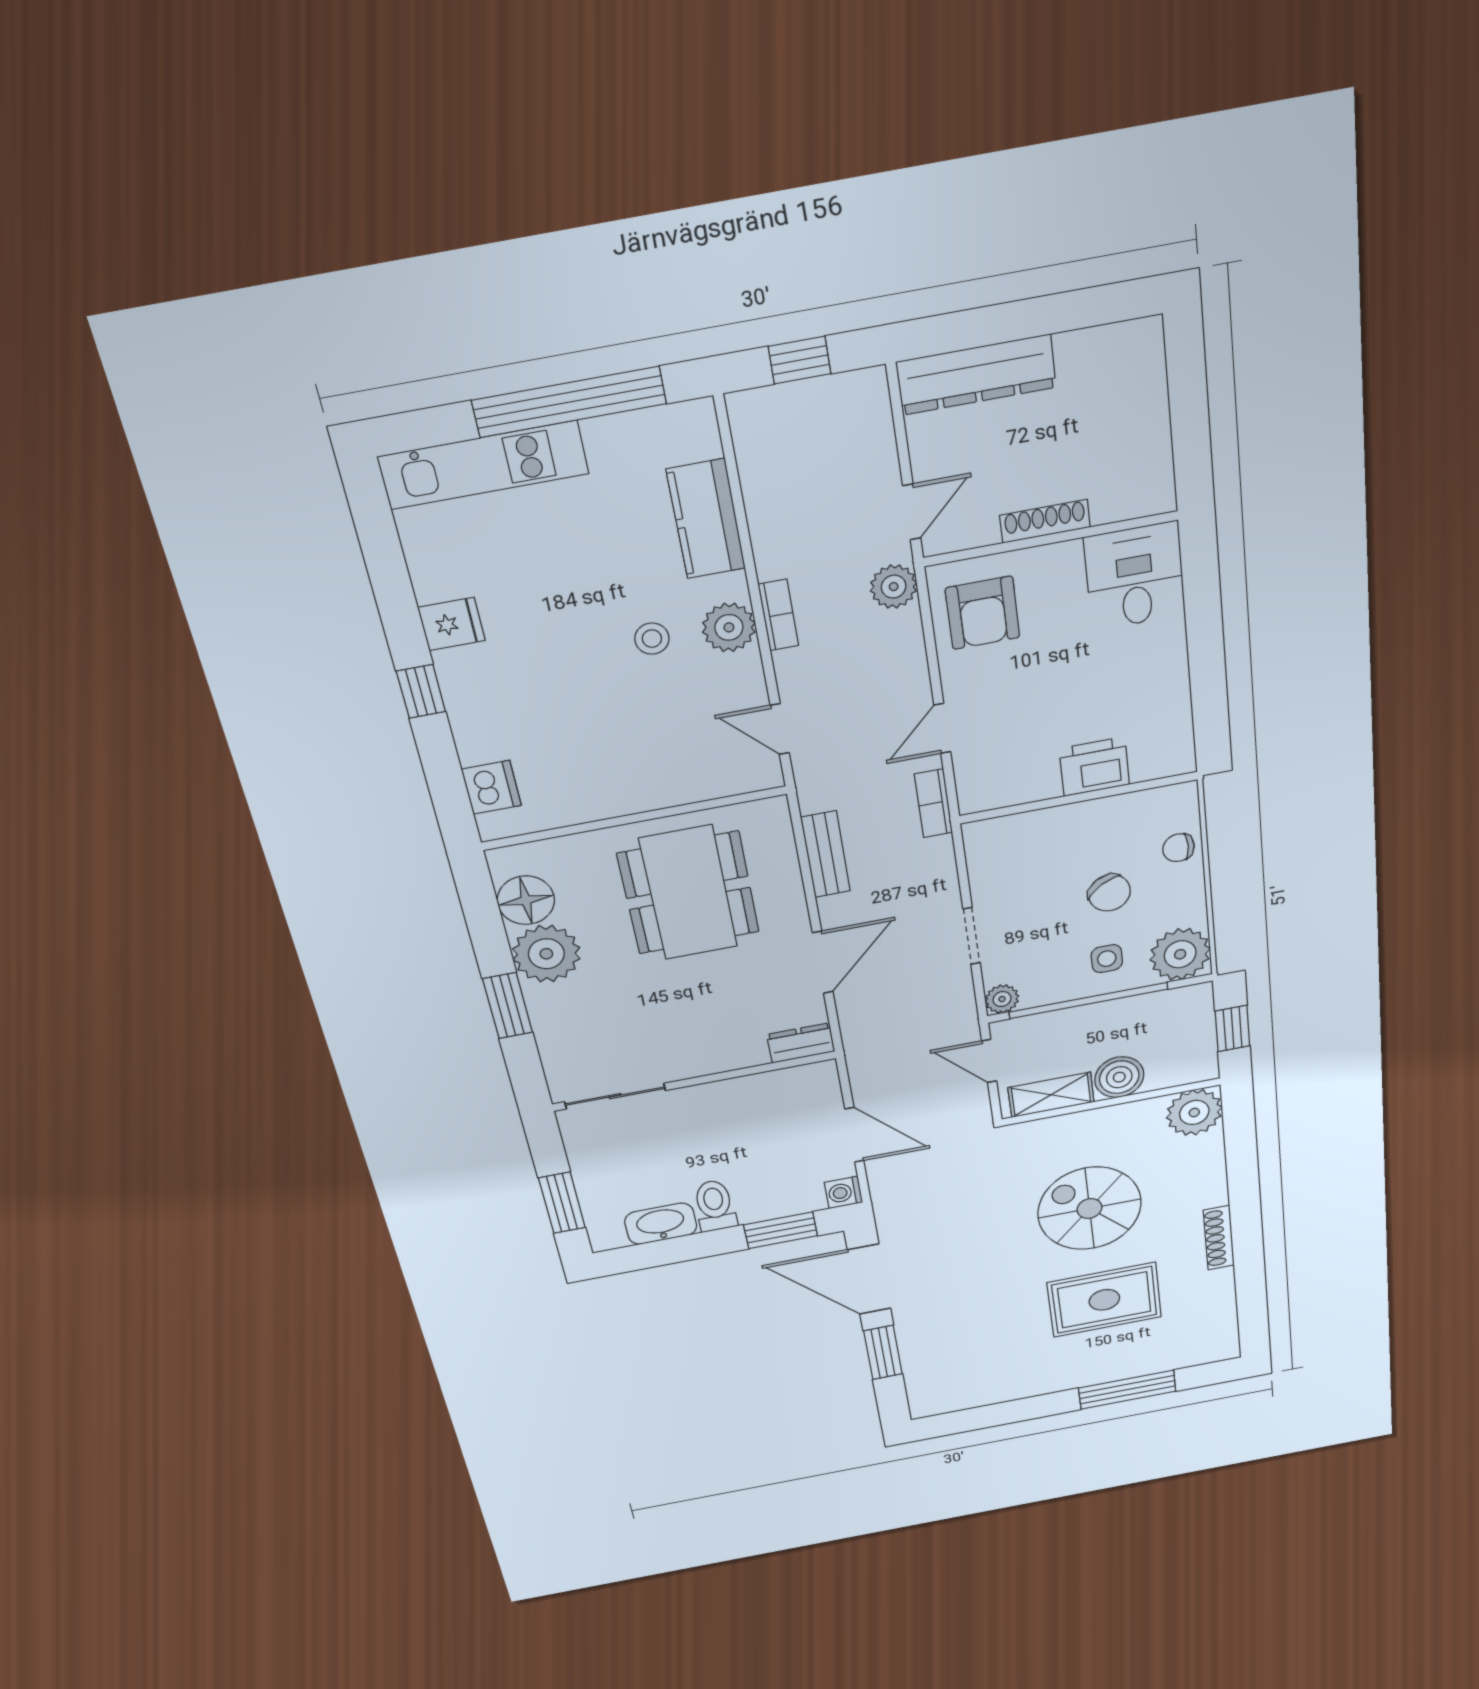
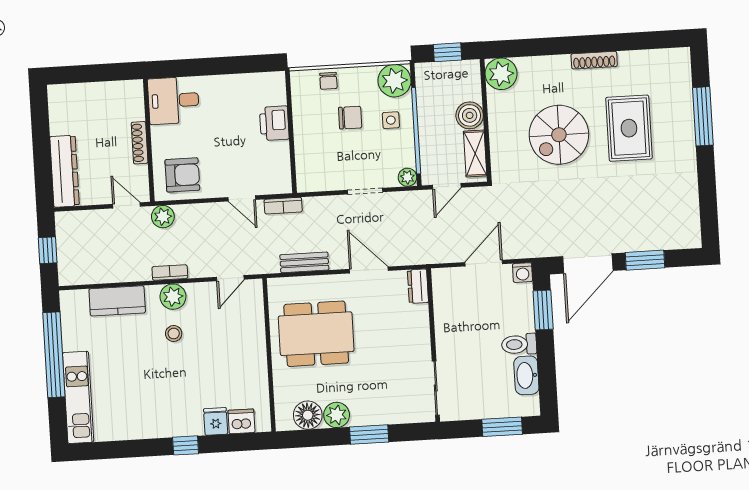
fridge: (452, 624) -> (216, 421), moved
chair: (1109, 893) -> (350, 118), turned 32
plant: (546, 954) -> (337, 415), width x0.73, depth x0.73

